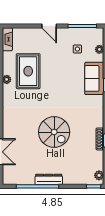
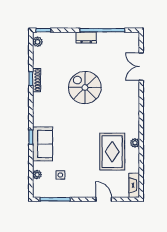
door: (49, 26) -> (104, 199), moved
dresser: (49, 179) -> (86, 38), width x0.70

